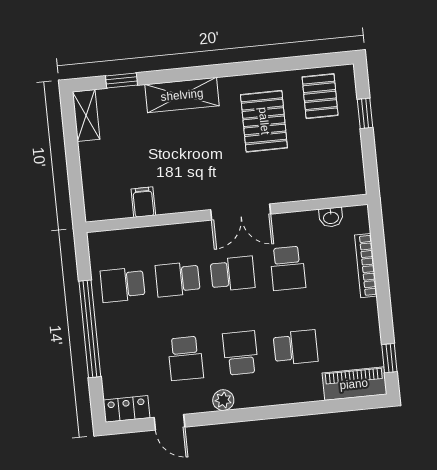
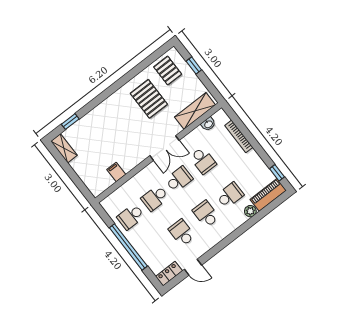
shelving: (182, 95) -> (195, 111), moved
school desk: (186, 358) -> (182, 233), turned 180
plant: (223, 400) -> (250, 211), moved

